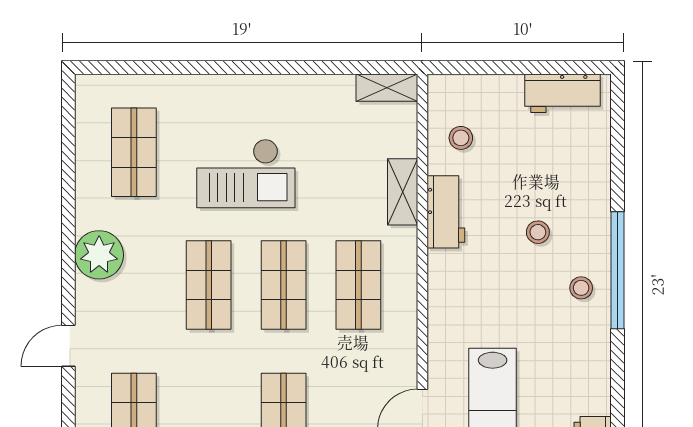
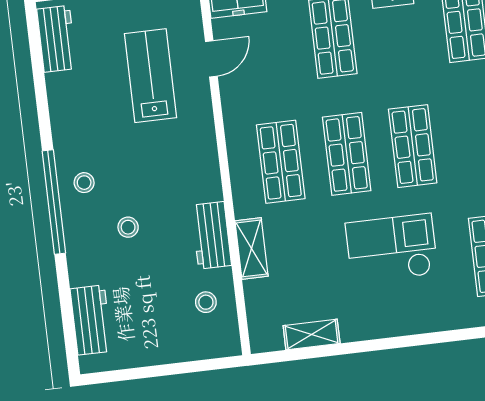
shelving: (387, 88) -> (312, 334), moved
workbench: (562, 93) -> (91, 320), moved, turned 90

